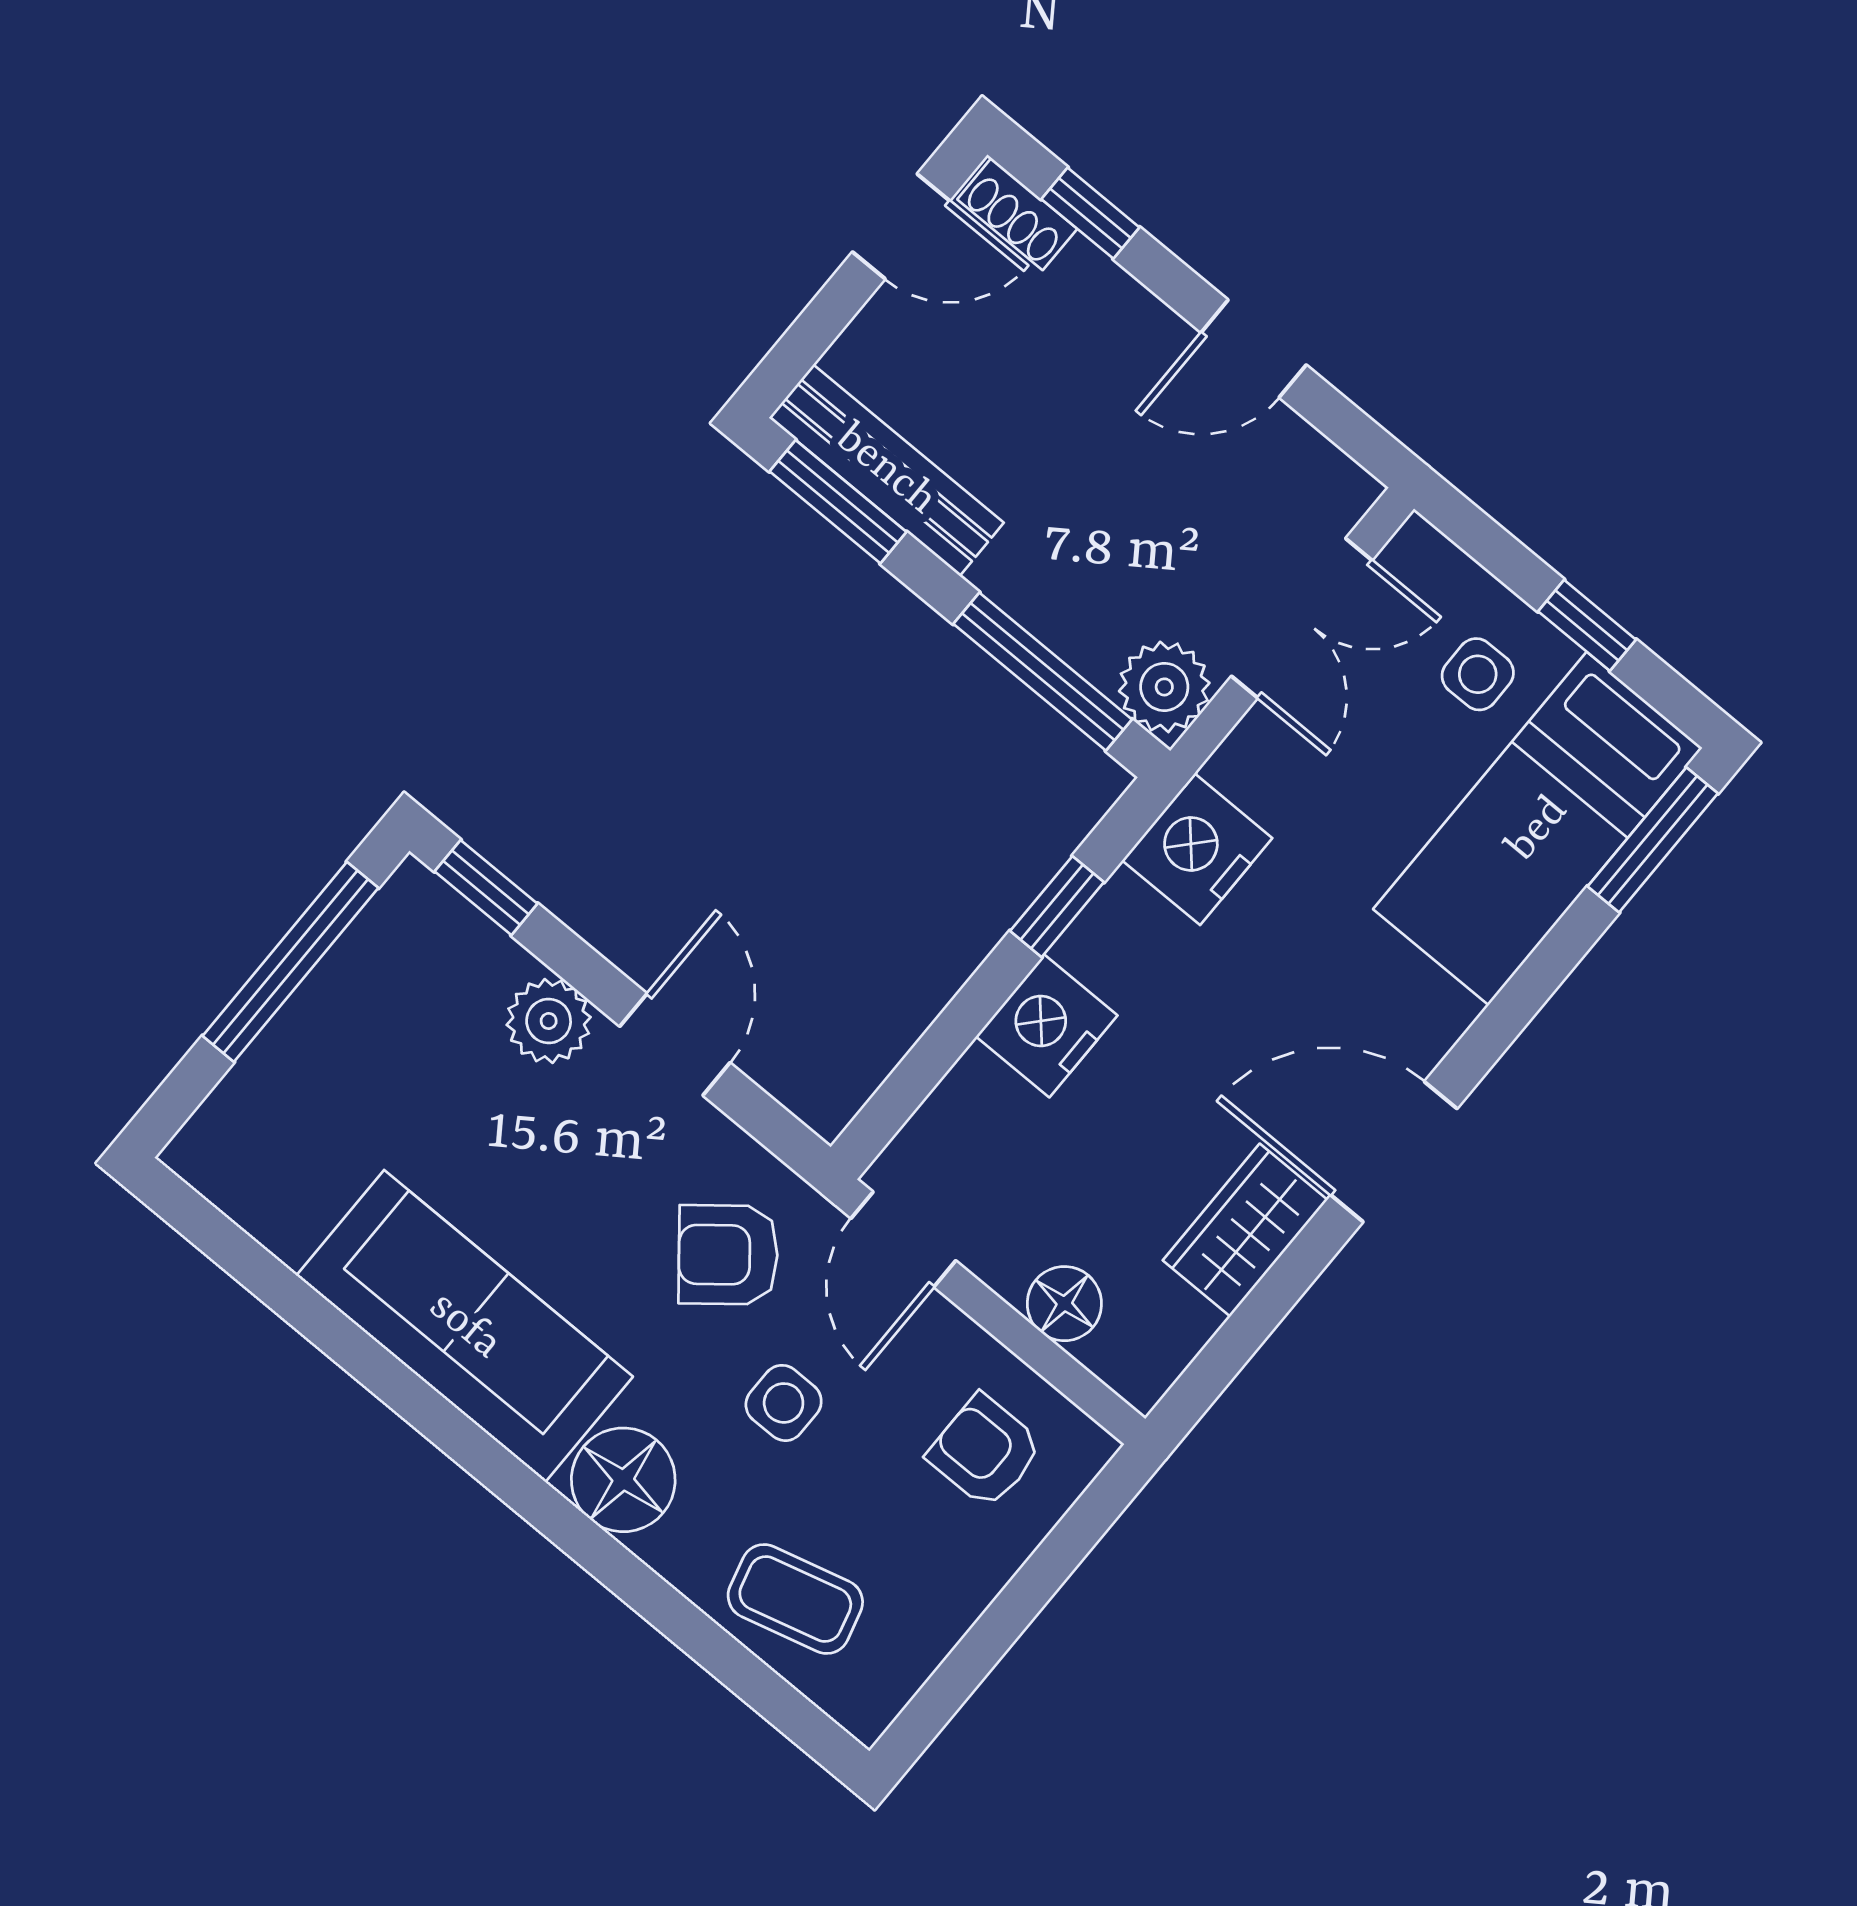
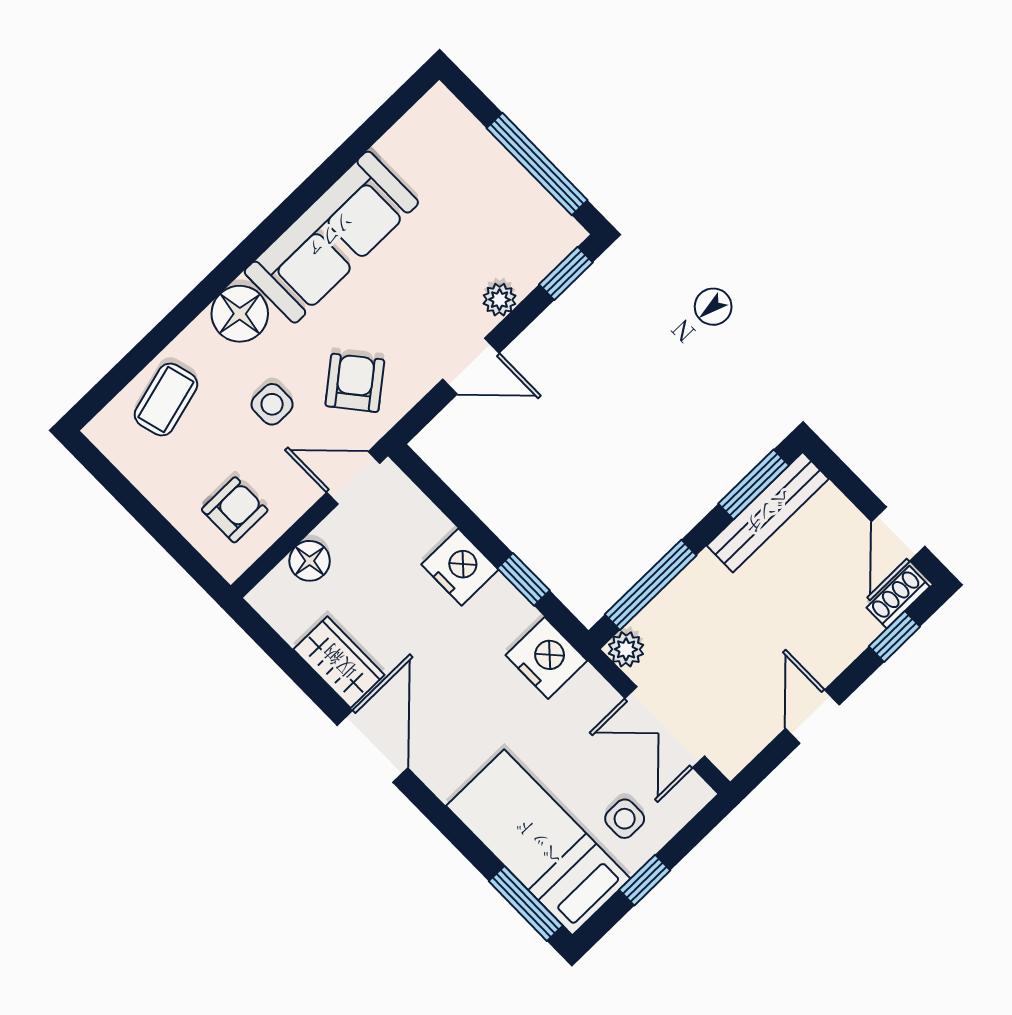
plant: (1164, 687) -> (626, 649), width x0.73, depth x0.73
plant: (549, 1021) -> (499, 300), width x0.73, depth x0.73

